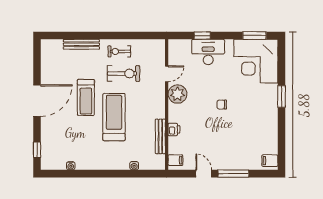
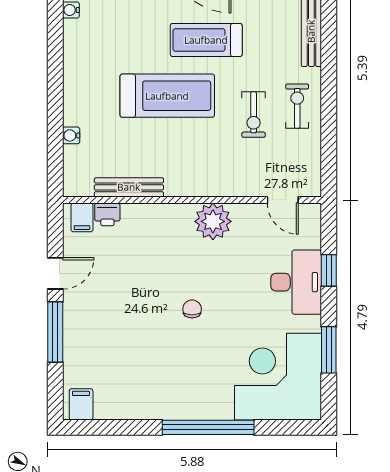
window: (254, 36) -> (329, 350), moved
exercise bike: (124, 74) -> (254, 115), width x0.73, depth x0.72
door: (167, 74) -> (283, 200), moved
window: (282, 96) -> (208, 427), width x2.11
printer: (174, 129) -> (107, 214), moved

